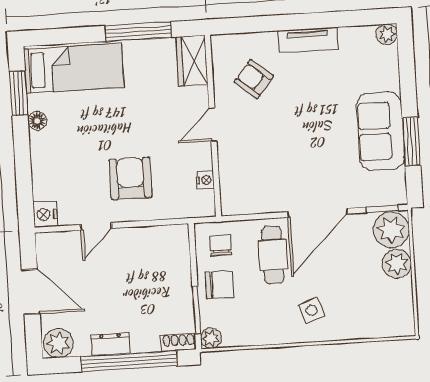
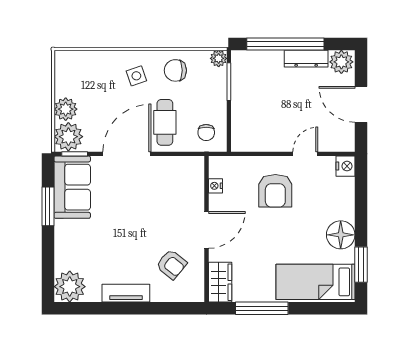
plant: (387, 34) -> (70, 287), width x1.88, depth x1.88
floor lamp: (37, 121) -> (341, 235), width x1.89, depth x1.89
door: (213, 125) -> (207, 230), width x1.38
sofa: (381, 131) -> (72, 187), moved
chair: (220, 285) -> (175, 70), moved
shoe rack: (179, 342) -> (245, 57), removed
dresser: (110, 344) -> (306, 59), width x1.44

